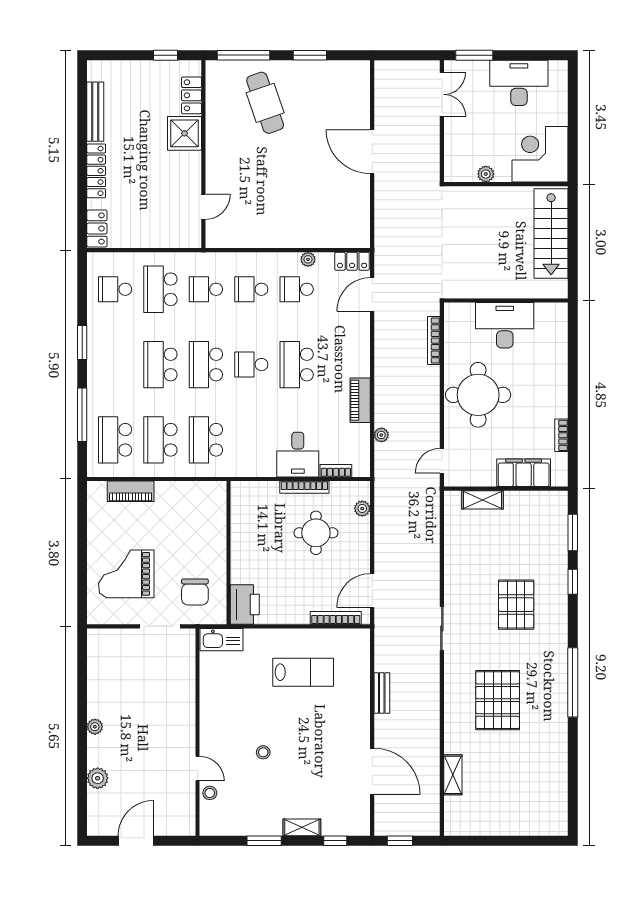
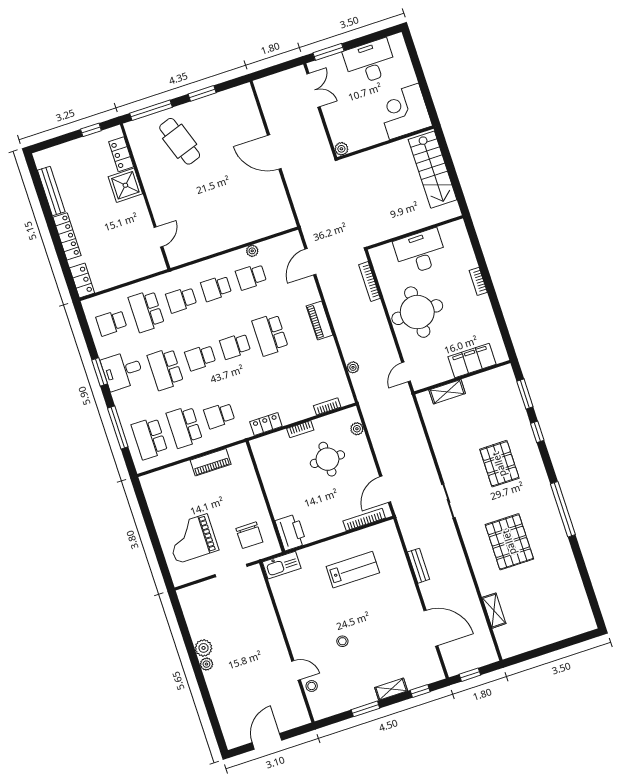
plant: (486, 174) -> (341, 149), moved
locker: (352, 261) -> (266, 424), moved, turned 180
school desk: (206, 365) -> (200, 358), width x0.54
piano: (360, 400) -> (320, 321), moved
bookcase: (561, 435) -> (478, 281), moved
school desk: (206, 440) -> (219, 415), width x0.54
desk: (298, 455) -> (122, 371), moved, turned 90
bookcase: (304, 487) -> (300, 429), width x0.64
piano: (131, 491) -> (211, 462), moved
plant: (98, 778) -> (204, 648), moved

